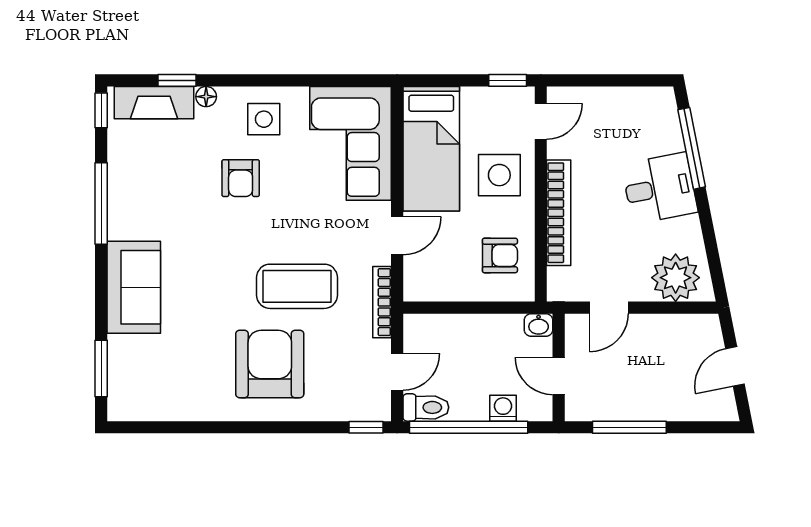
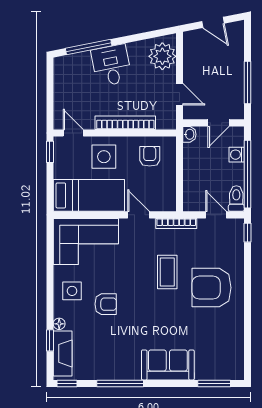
coffee table: (297, 286) -> (167, 272), width x0.73, depth x0.76

